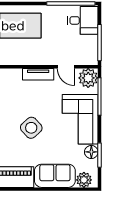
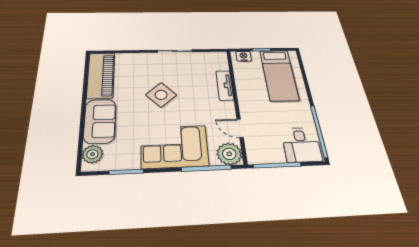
door: (66, 67) -> (240, 128), hinge flipped
tv unit: (38, 74) -> (225, 85), moved
floor lamp: (91, 152) -> (131, 161), removed

